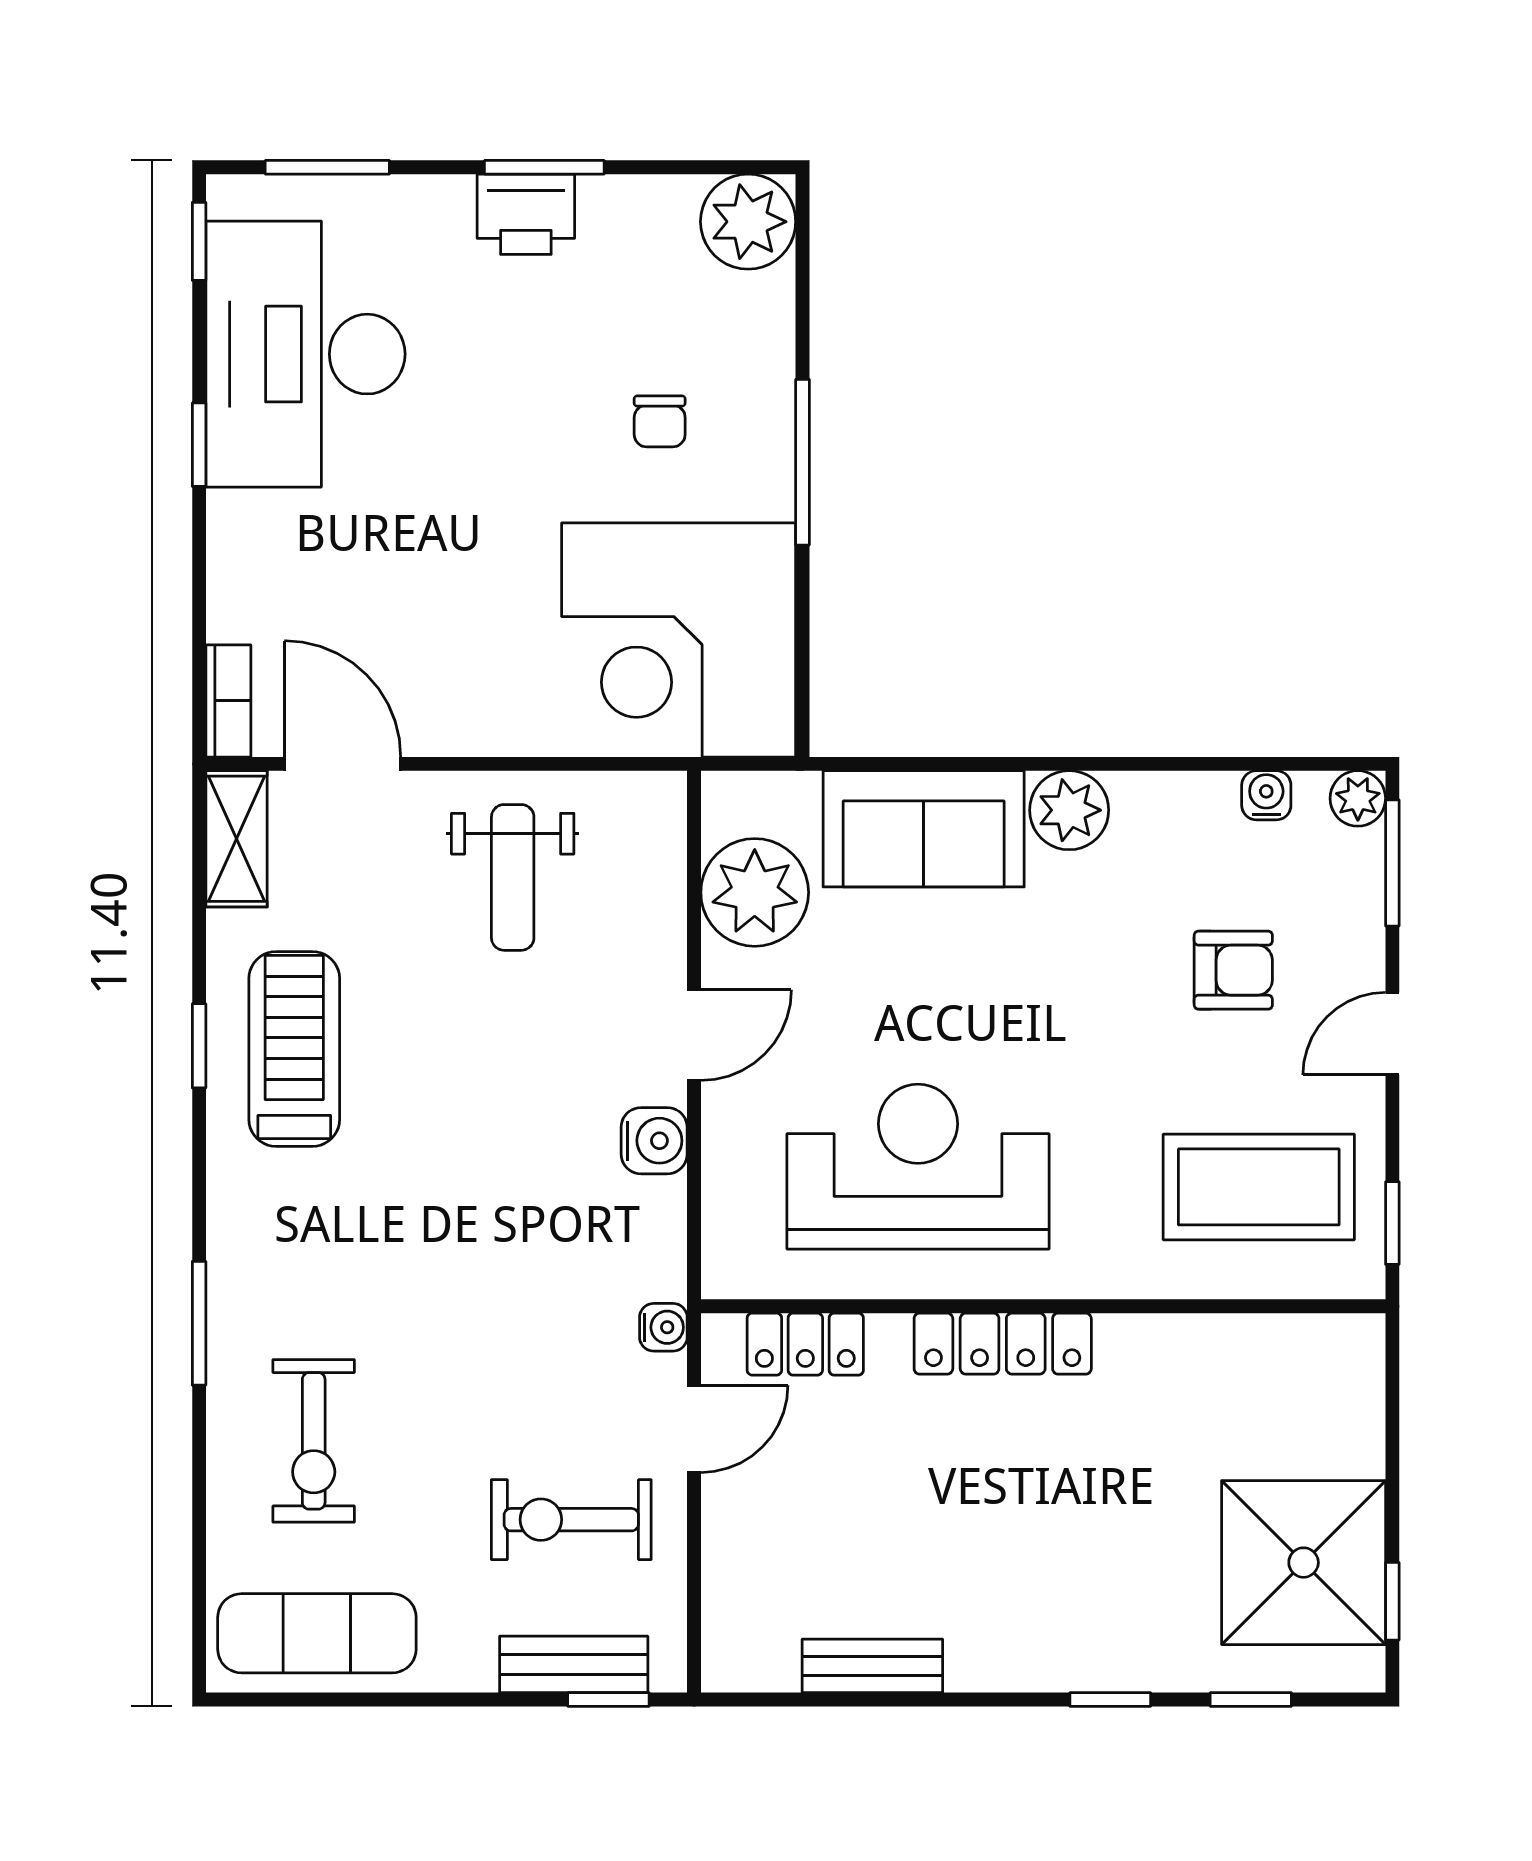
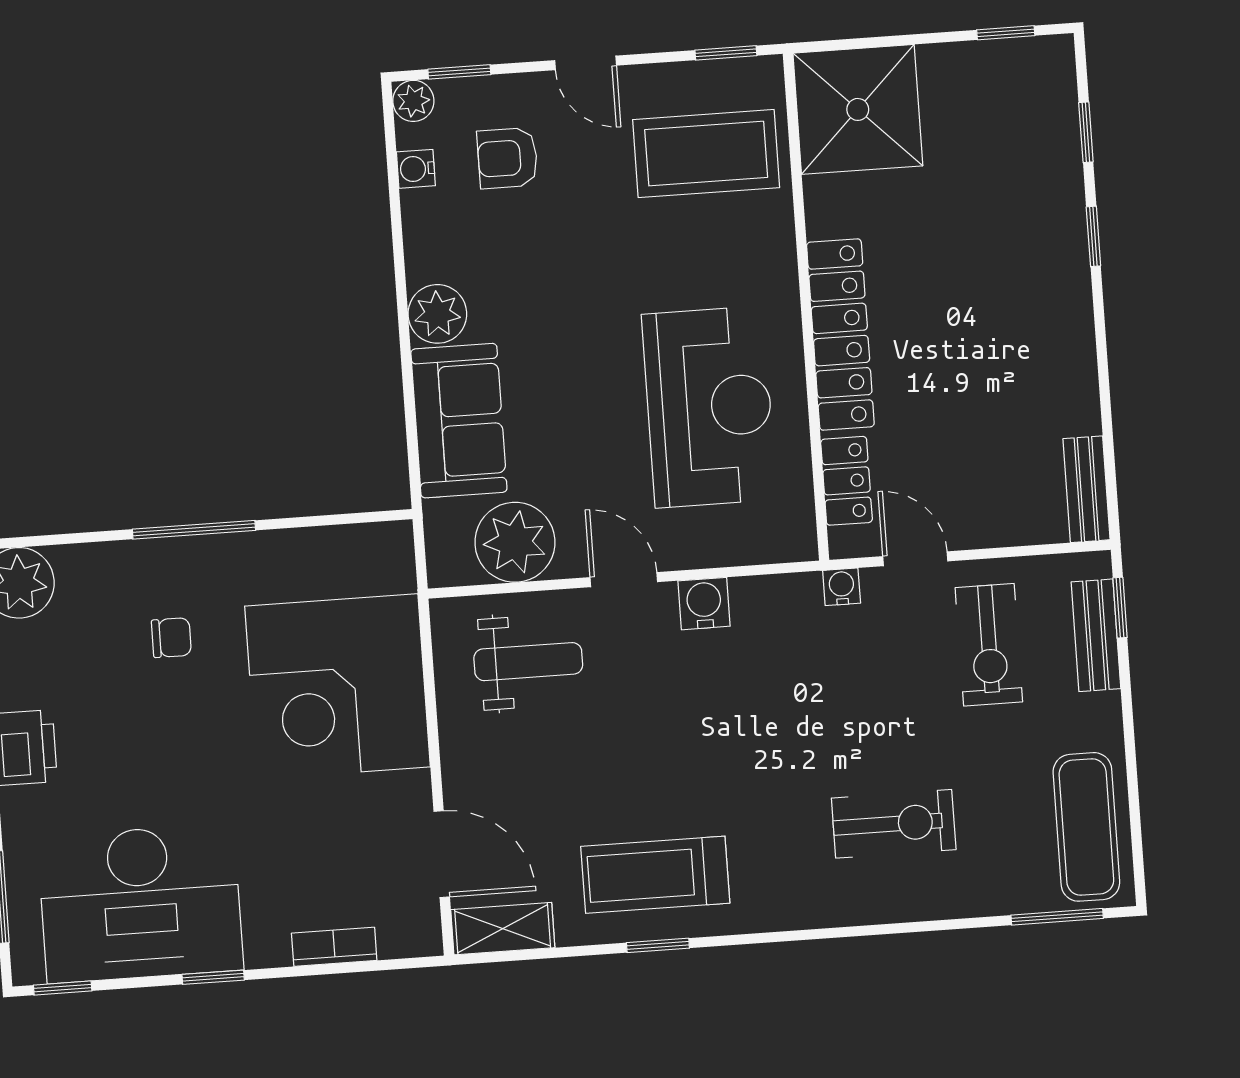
corner desk: (679, 640) -> (337, 686), moved, turned 90
bookcase: (228, 701) -> (334, 947), moved
door: (343, 764) -> (442, 854), swing flipped
window: (1392, 863) -> (459, 72), width x0.67
weight bench: (513, 877) -> (528, 662), moved
armchair: (1233, 970) -> (507, 158), moved, turned -90
reception desk: (918, 1167) -> (709, 407), turned 180
coffee table: (1259, 1187) -> (706, 154), turned 90
window: (199, 1323) -> (1057, 917), moved
locker: (1003, 1344) -> (840, 334), width x1.41, depth x1.21
exercise bike: (314, 1441) -> (894, 824), moved
shower: (1304, 1563) -> (858, 109), moved
bench: (872, 1666) -> (1087, 489), moved

